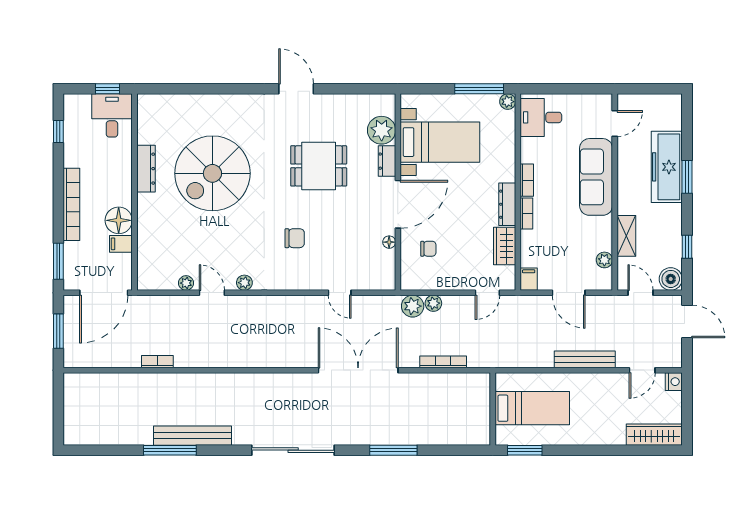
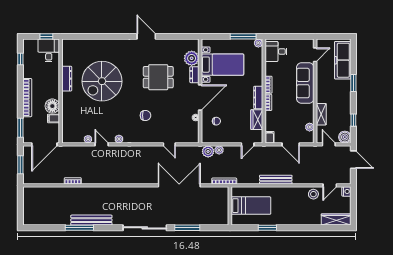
freezer: (667, 167) -> (343, 60), moved
bench: (585, 359) -> (276, 180), moved
stool: (611, 387) -> (313, 194), added
bed: (532, 408) -> (251, 206), moved
wall: (493, 409) -> (230, 206), moved
window: (393, 450) -> (187, 228), moved

